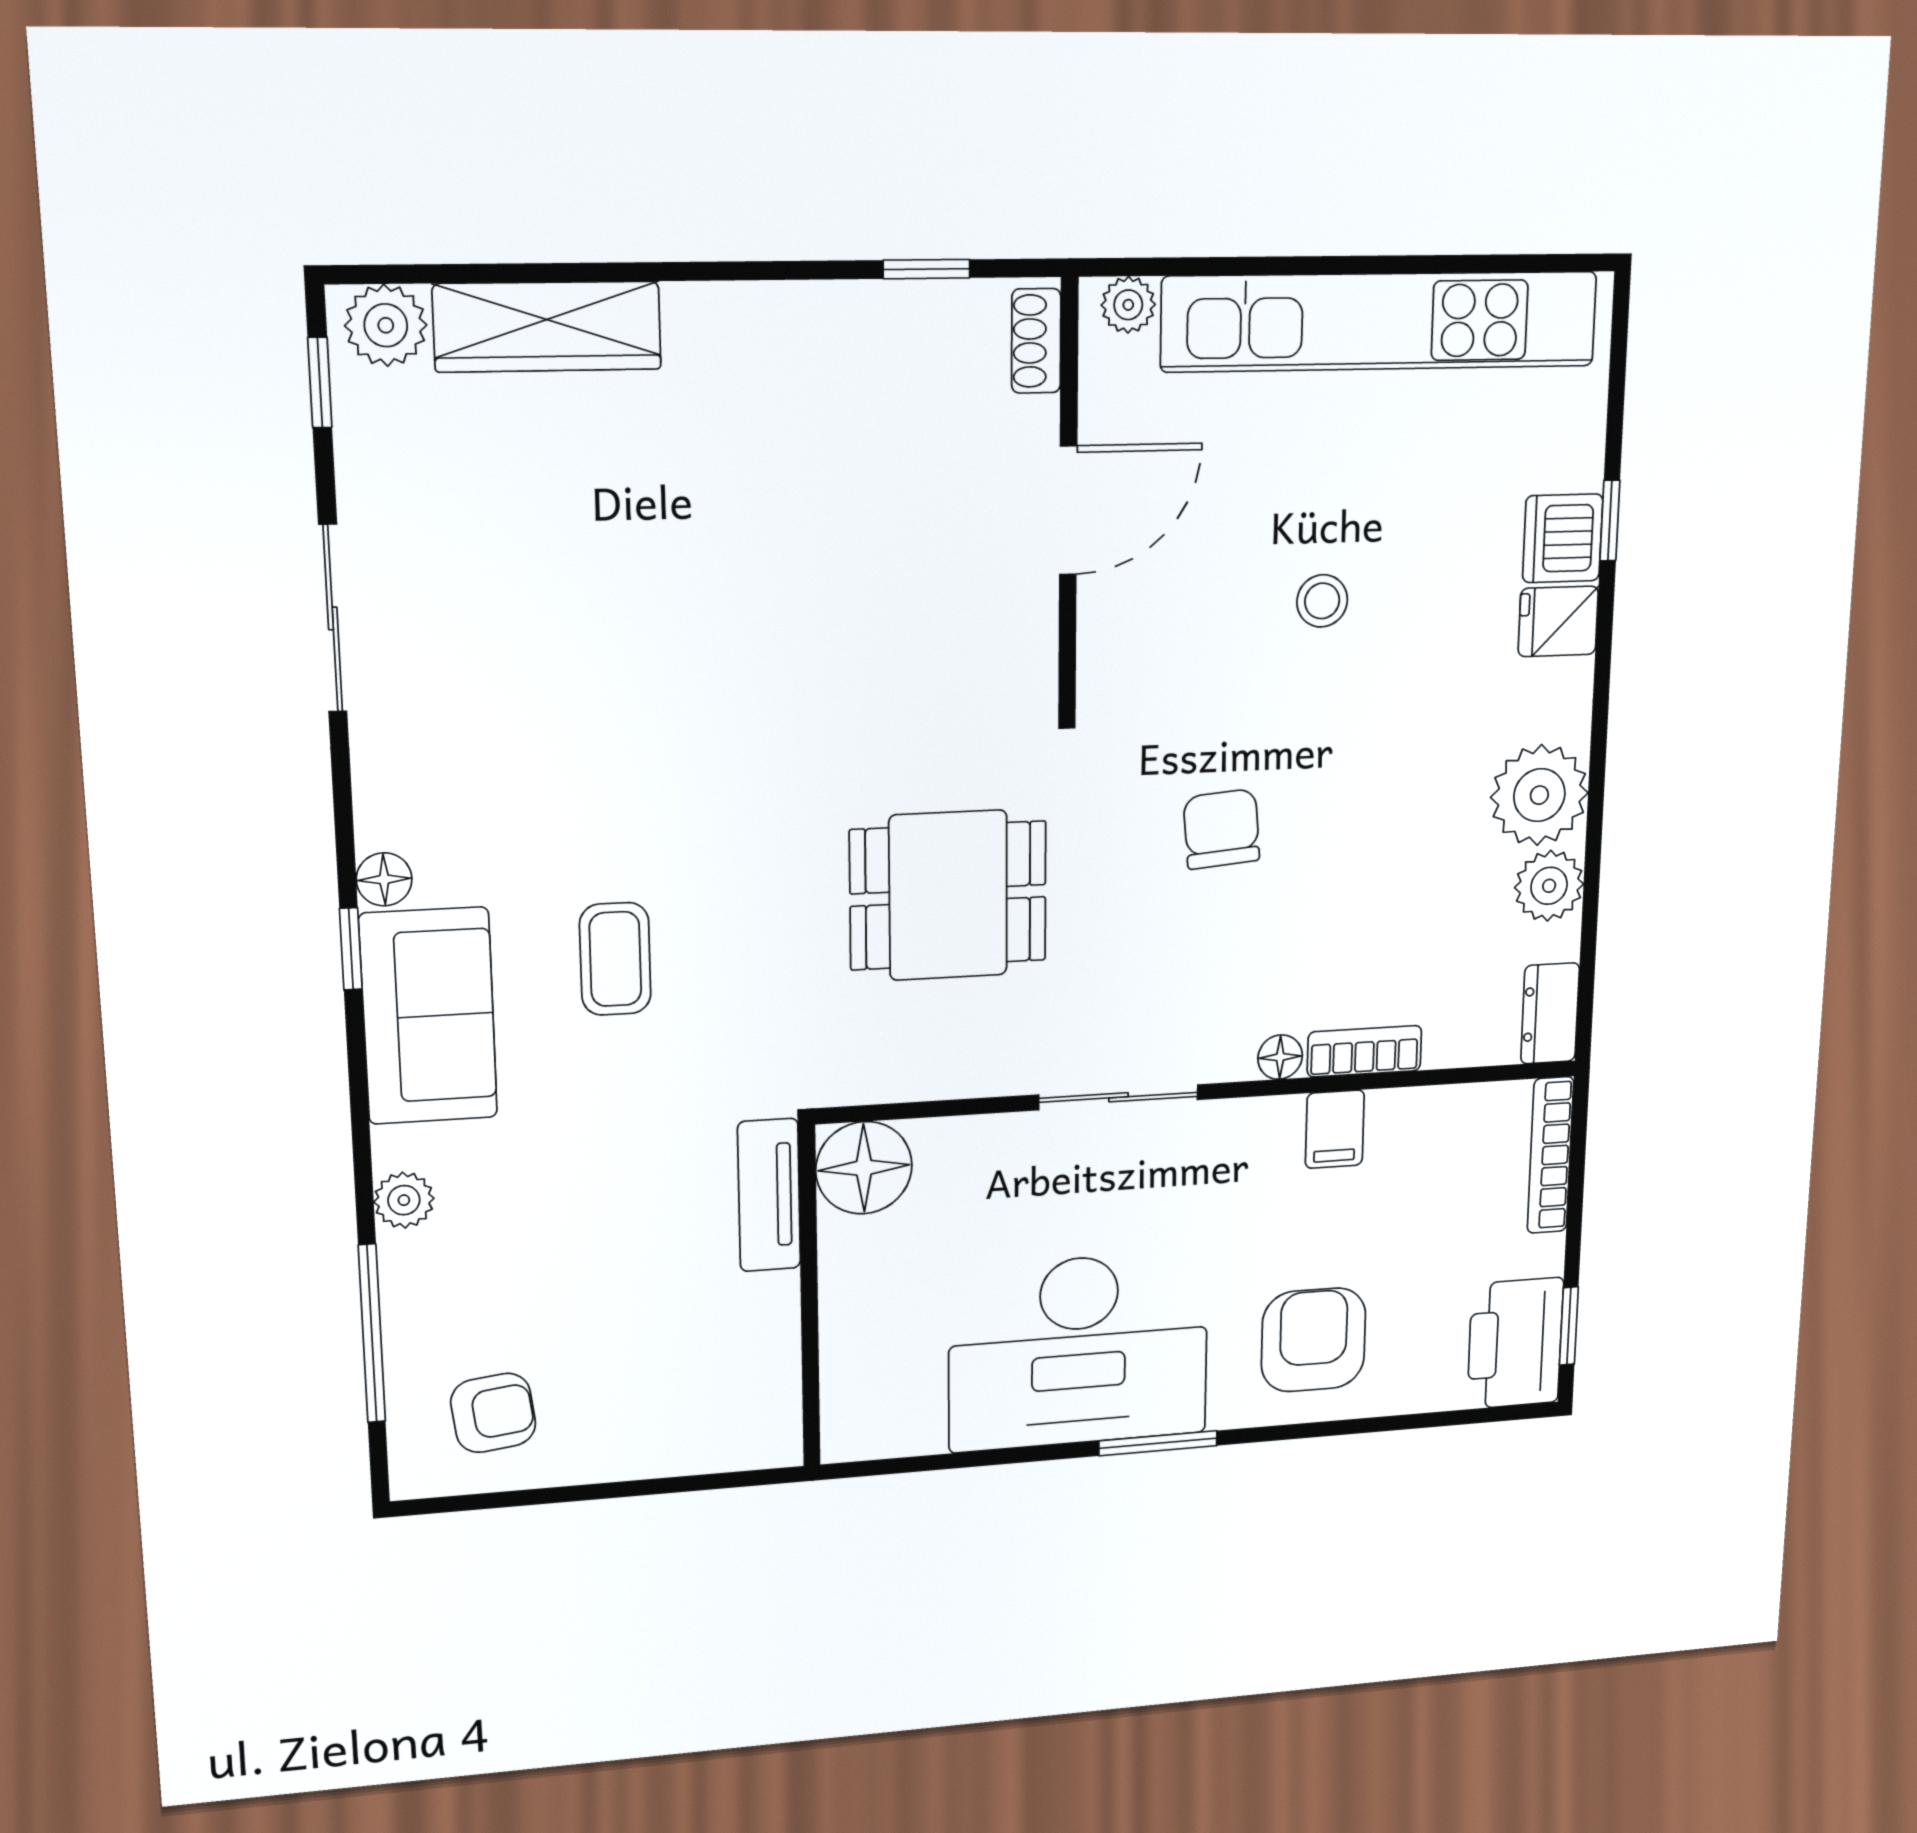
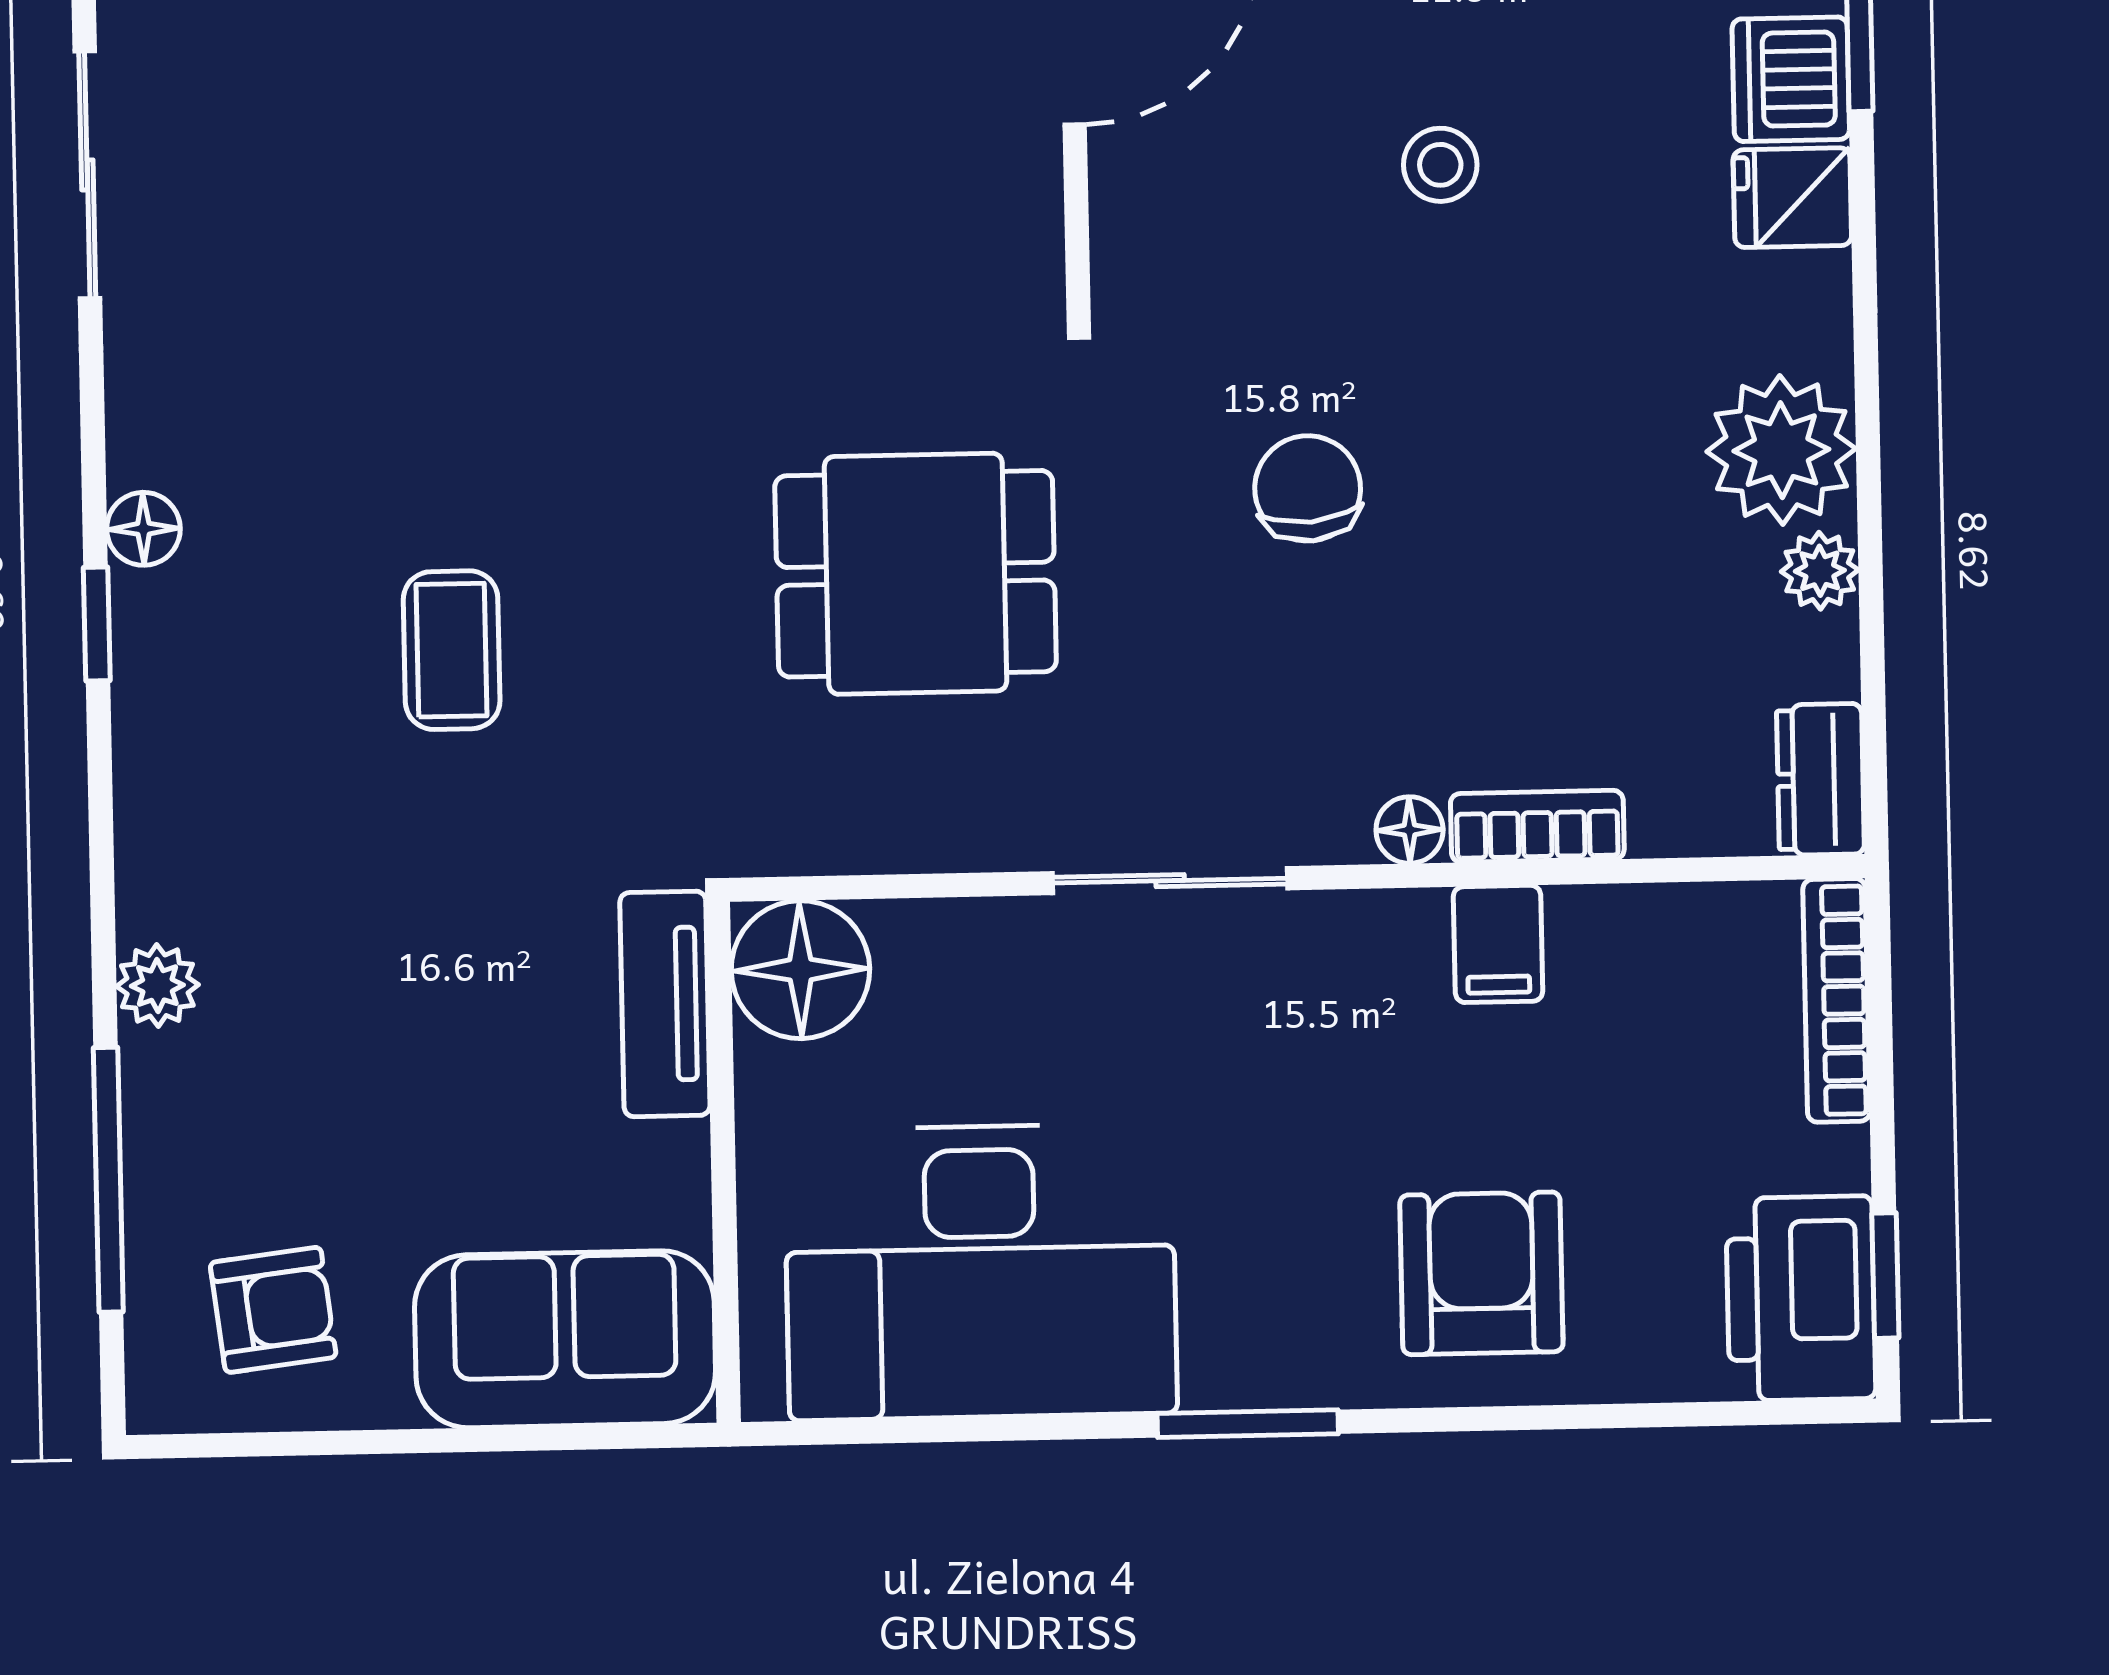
plant: (1549, 886) -> (1820, 571), width x0.73, depth x0.73
sofa: (429, 1016) -> (565, 1339), moved, turned -90
desk: (1079, 1351) -> (981, 1272), moved

